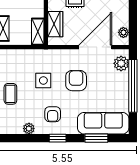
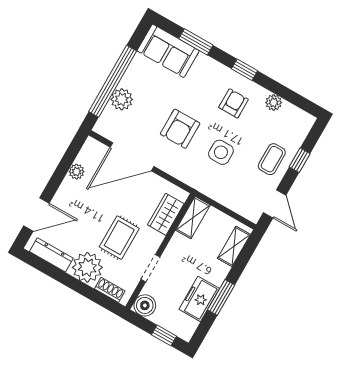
plant: (123, 32) -> (77, 172), moved
plant: (121, 63) -> (122, 99), moved
sofa: (103, 123) -> (168, 51), width x0.73

